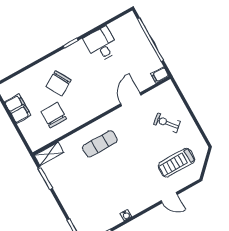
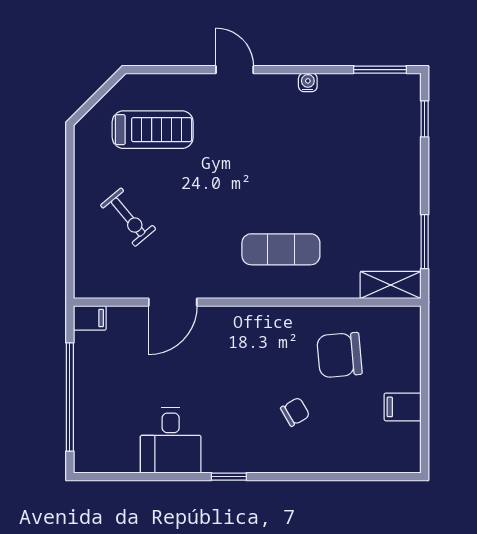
chair: (59, 83) -> (295, 412), width x0.54, depth x0.54
filing cabinet: (18, 109) -> (403, 407), width x0.50
chair: (54, 115) -> (340, 355), turned 85
door: (169, 198) -> (235, 70), moved

